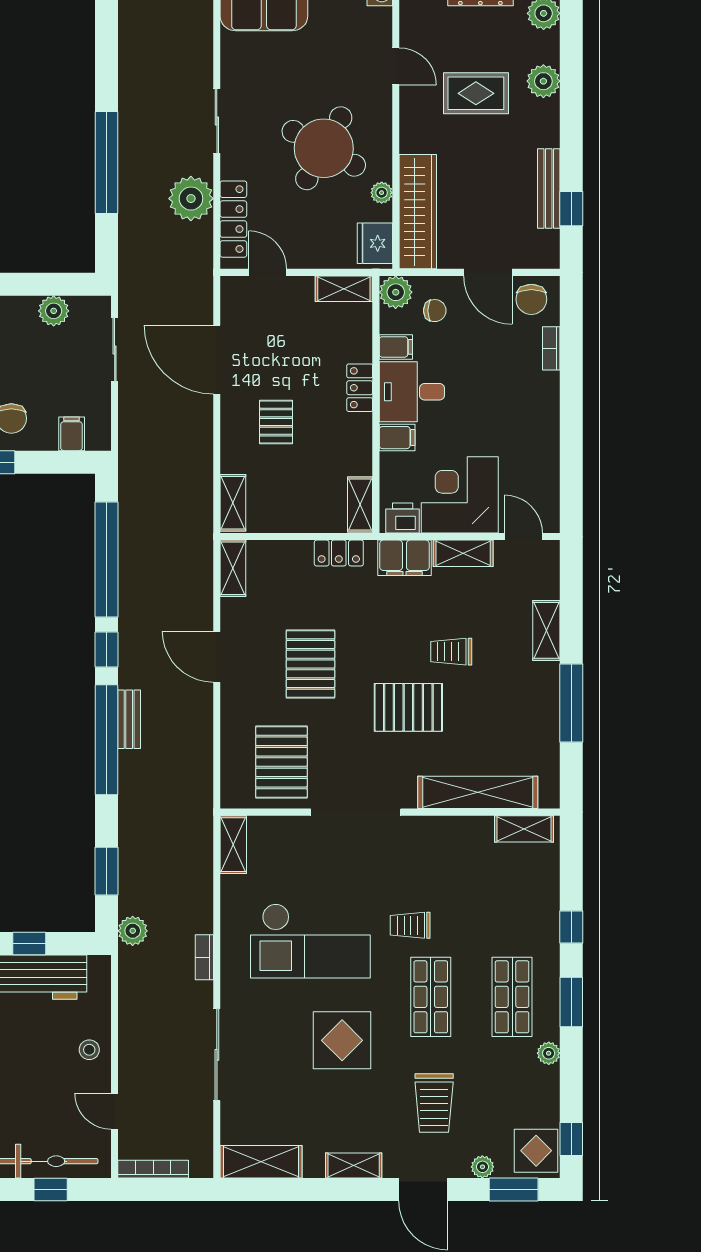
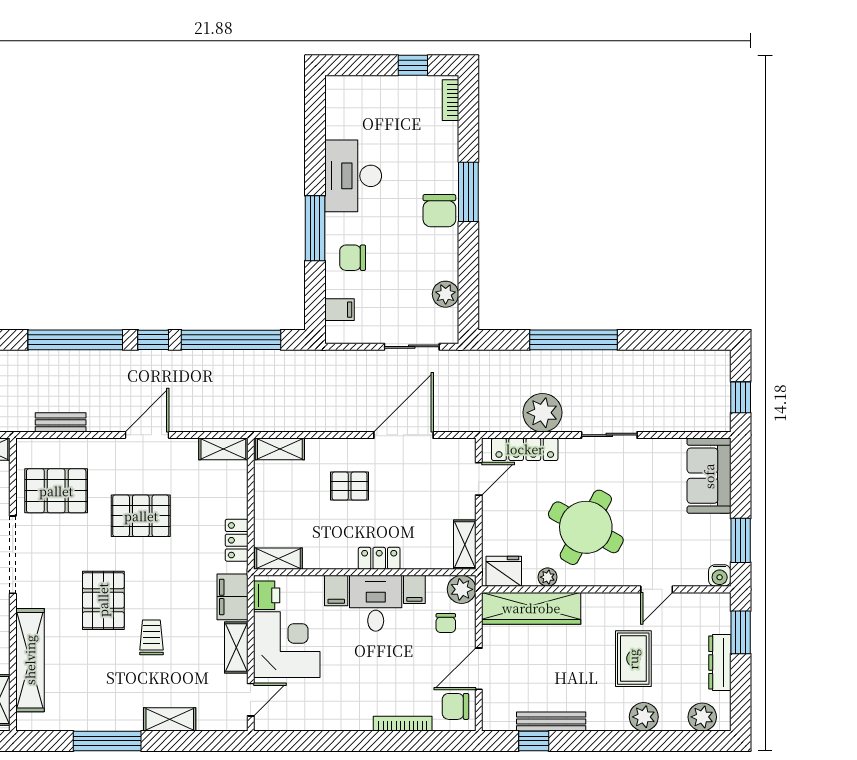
bookcase: (551, 348) -> (403, 724), width x1.56
bench: (129, 719) -> (61, 422), moved

